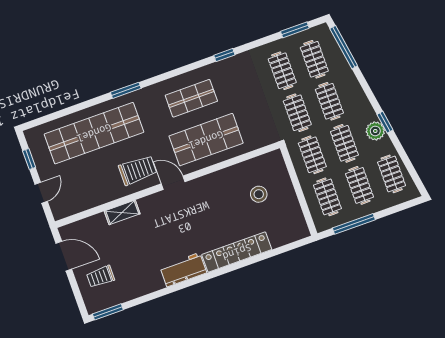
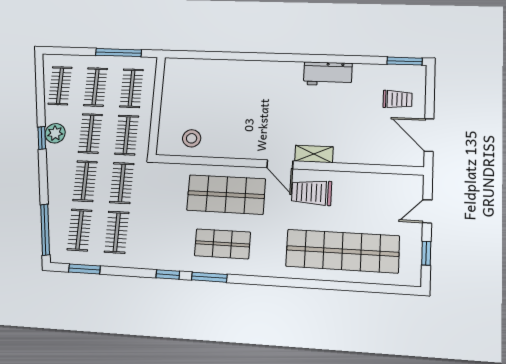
window: (126, 90) -> (209, 277), moved
stool: (259, 194) -> (192, 138), moved
shelving: (122, 212) -> (314, 154), moved
locker: (237, 252) -> (245, 70), removed
workbench: (183, 270) -> (328, 74), moved

